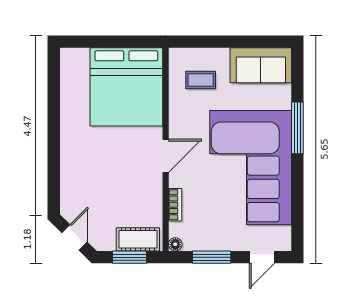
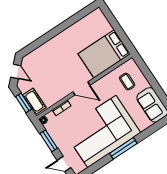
bed: (126, 87) -> (104, 54), width x0.73
window: (297, 128) -> (123, 148), moved
door: (75, 237) -> (16, 71), hinge flipped

